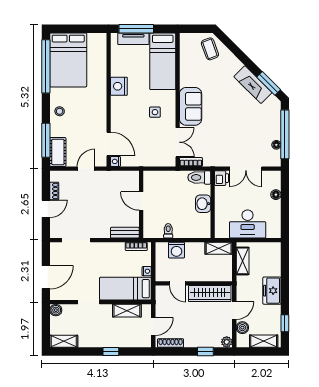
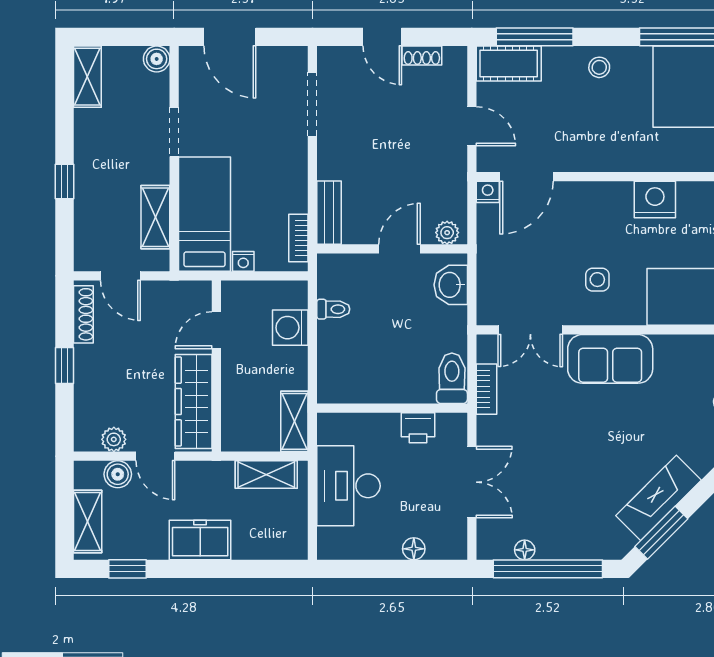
bookcase: (191, 162) -> (486, 389), moved
double door: (246, 169) -> (472, 482), swing flipped
printer: (221, 178) -> (418, 428), moved
plant: (134, 180) -> (447, 233), added
washbasin: (203, 204) -> (451, 285), moved, turned -90
plant: (227, 342) -> (114, 439), moved
window: (205, 352) -> (65, 365), moved

